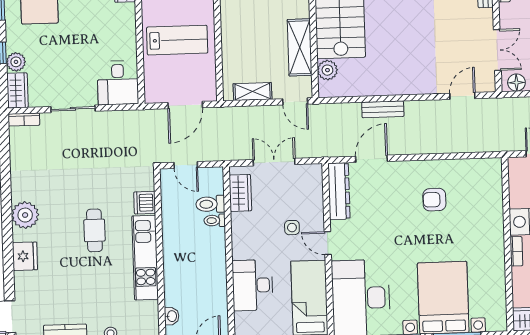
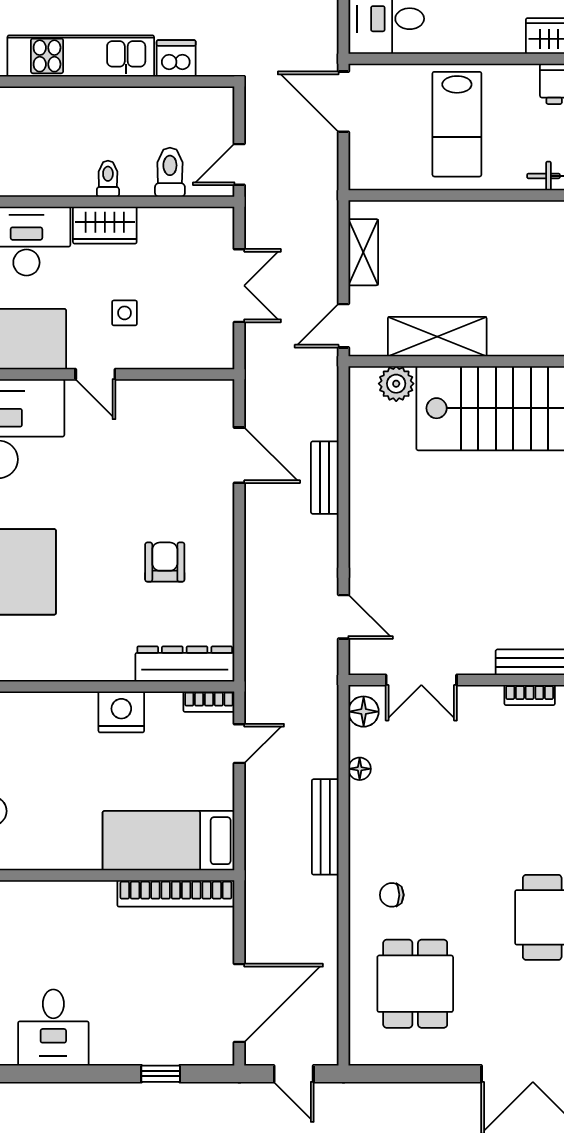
door: (185, 105) -> (343, 102), moved
door: (186, 165) -> (239, 164), moved
dresser: (339, 191) -> (185, 664), moved, turned 180
wardrobe: (240, 193) -> (105, 225), moved
toilet: (215, 220) -> (108, 179), moved
door: (328, 243) -> (95, 374), swing flipped
bookcase: (516, 251) -> (209, 702), moved

